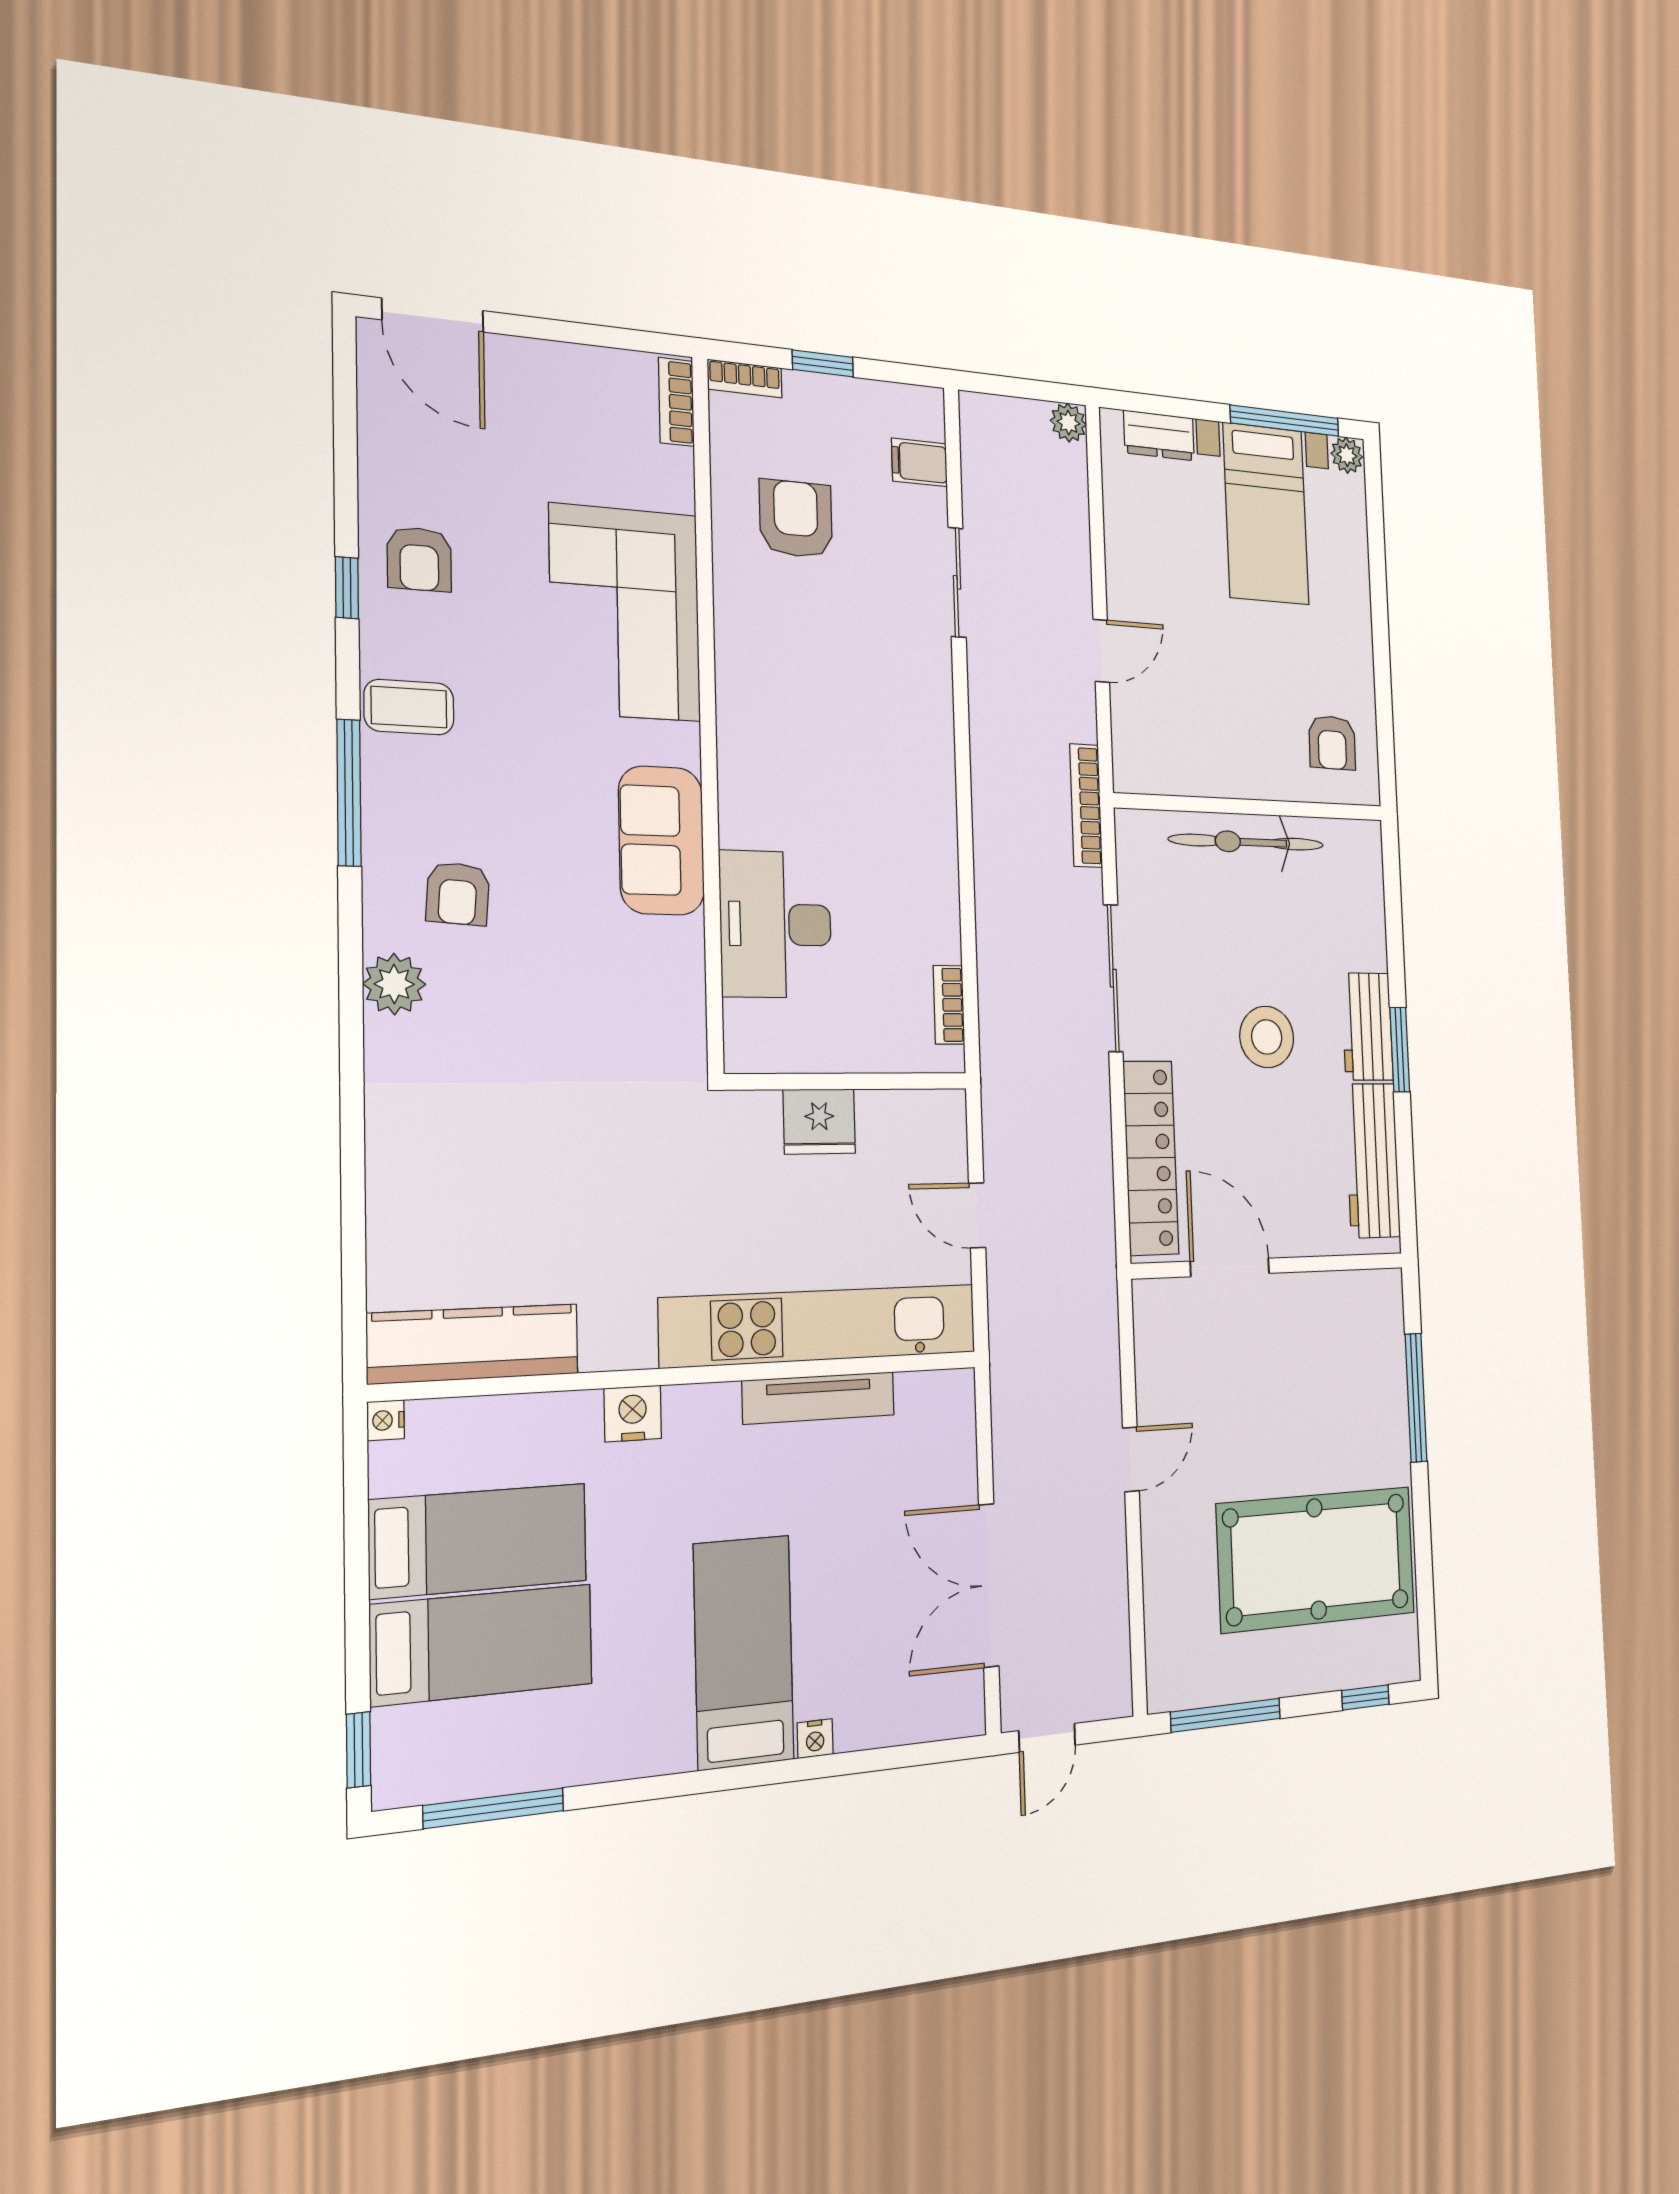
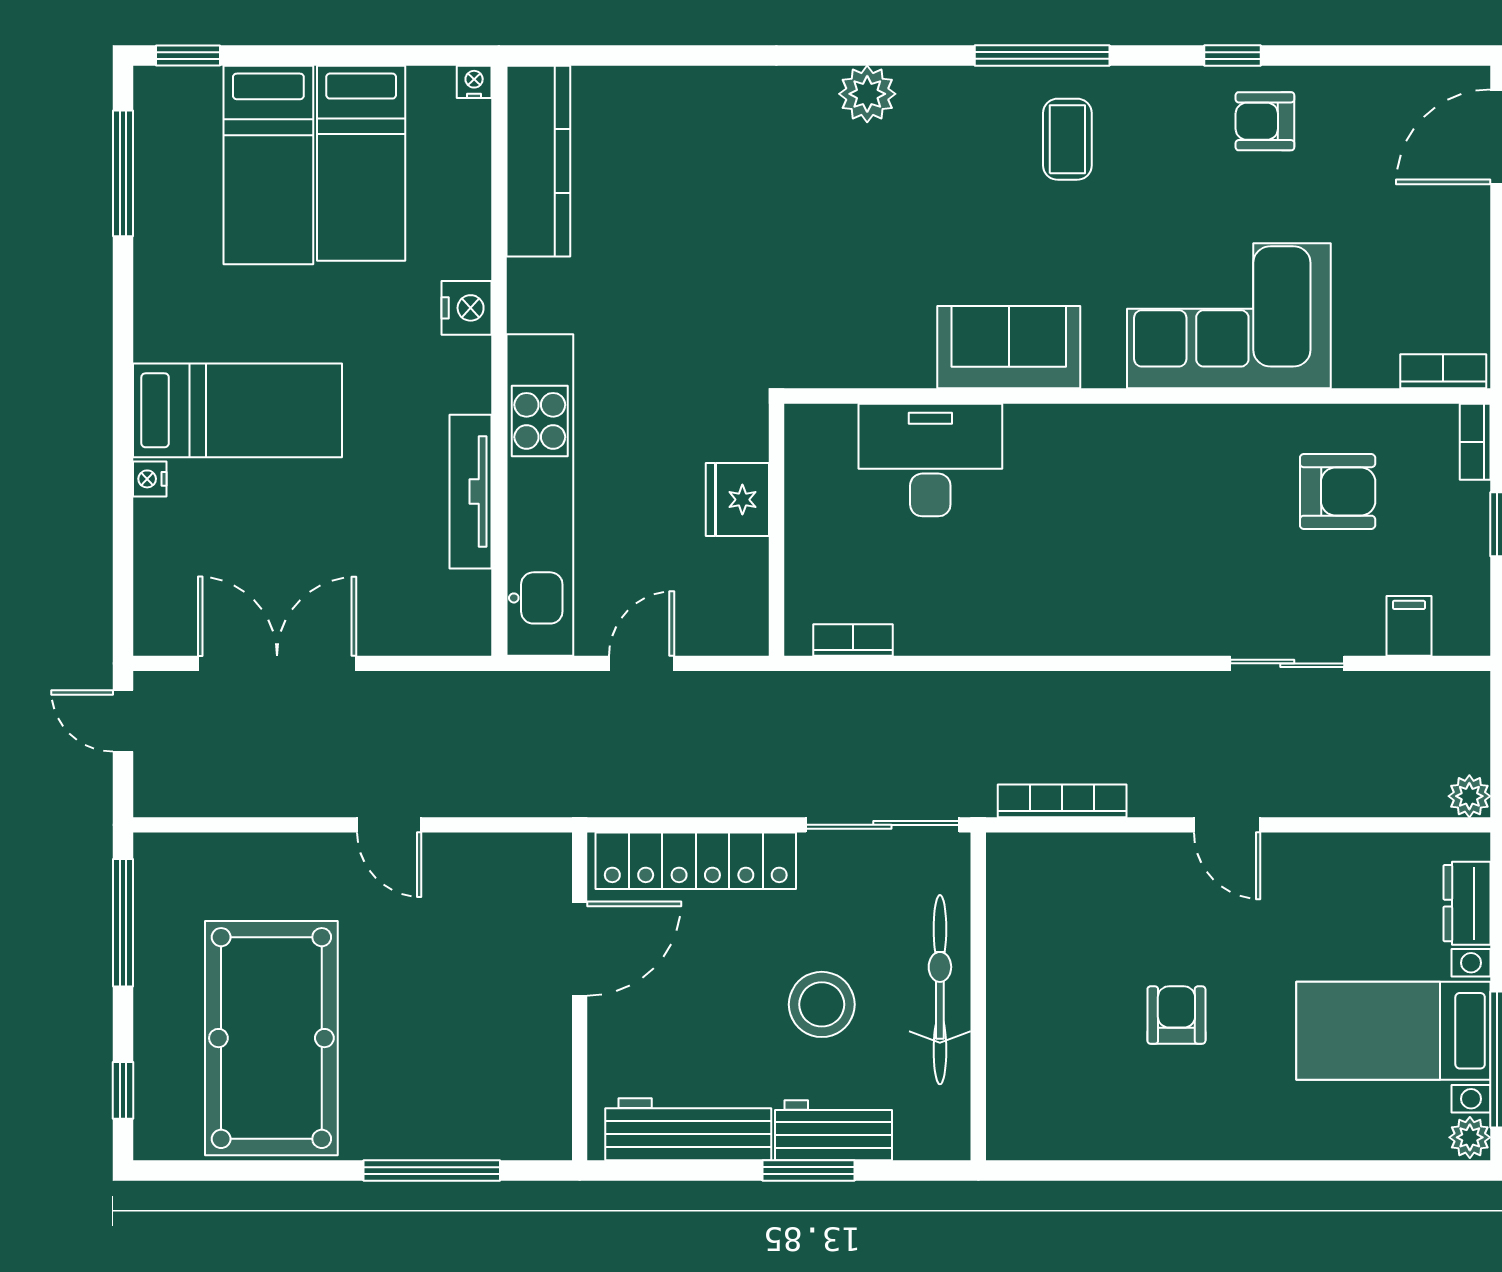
coffee table: (409, 707) -> (1067, 139), moved
armchair: (1332, 743) -> (1176, 1015), moved, turned 89
wall: (1251, 807) -> (978, 996), moved
bicycle: (1247, 842) -> (940, 990), moved
armchair: (458, 894) -> (952, 153), removed

